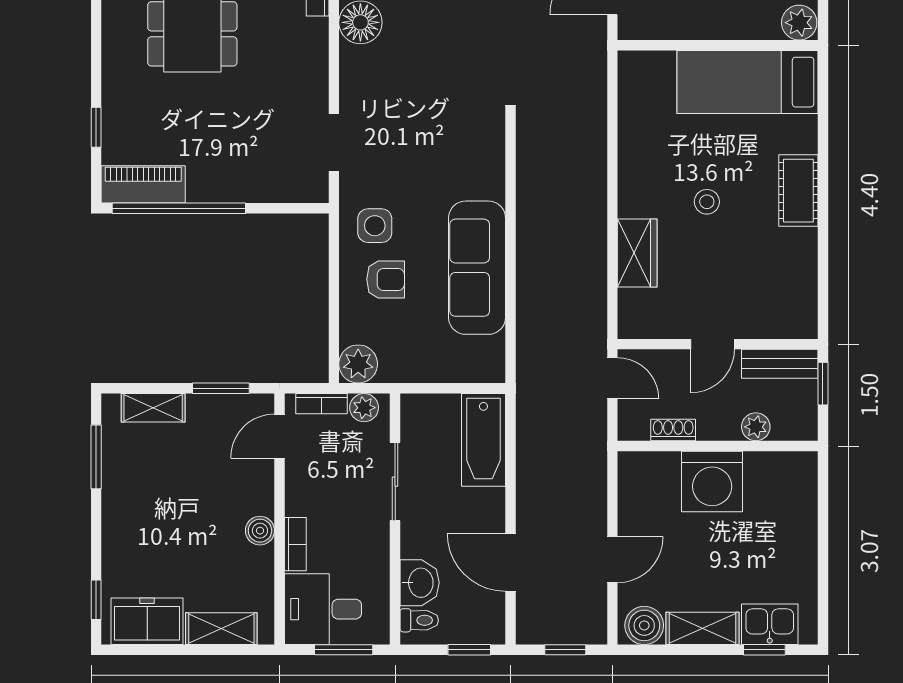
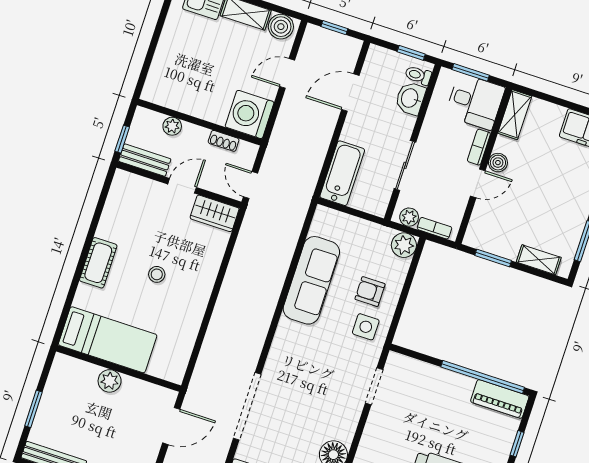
plant: (799, 23) -> (110, 381), moved
wardrobe: (637, 253) -> (215, 213), moved, turned -90
door: (280, 436) -> (478, 183), moved
washing machine: (712, 481) -> (250, 114), moved, turned -90
door: (510, 562) -> (350, 92), swing flipped
shelving: (221, 629) -> (515, 115), moved, turned 90
window: (469, 650) -> (411, 53), moved

